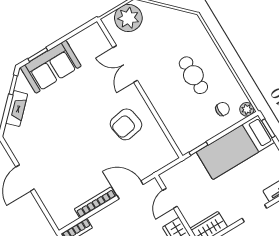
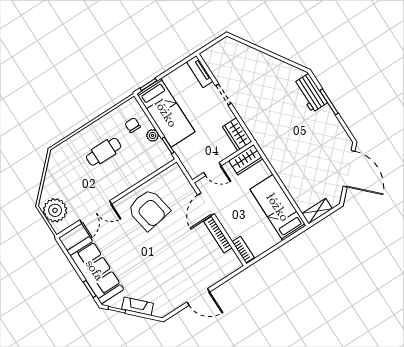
sofa: (51, 67) -> (95, 270), width x1.36
plant: (247, 109) -> (153, 135), moved
armchair: (126, 124) -> (149, 210), width x1.36, depth x1.36

